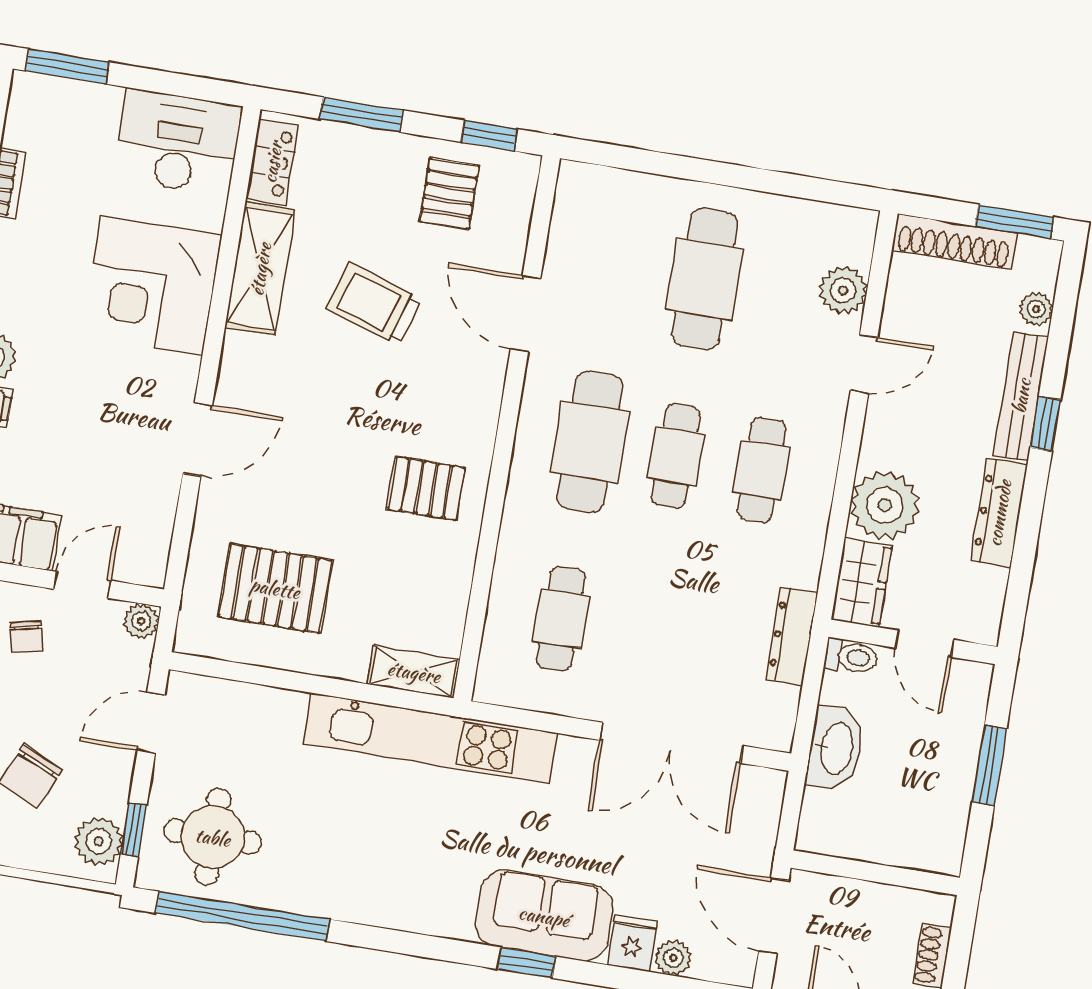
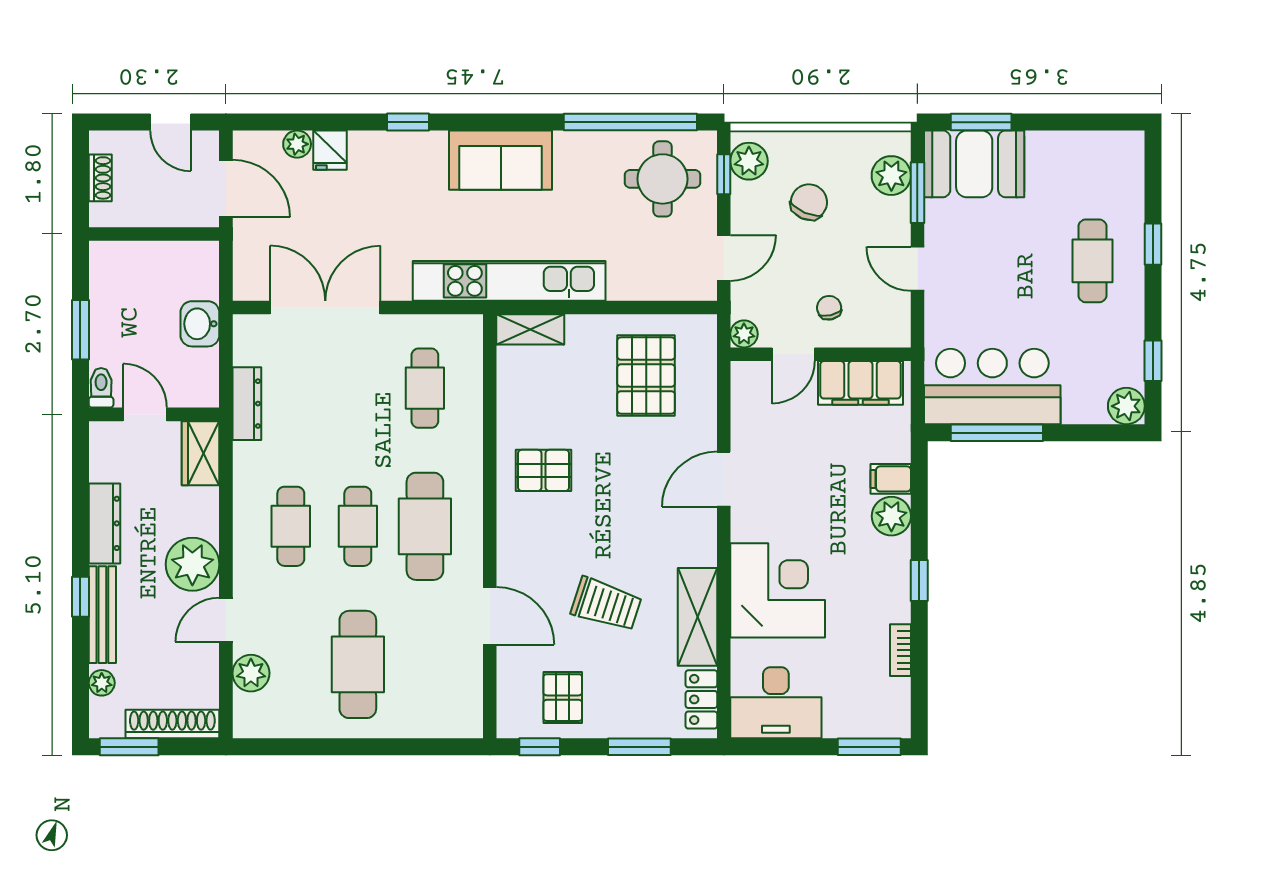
plant: (885, 505) -> (192, 564), moved
pallet: (275, 588) -> (646, 375), turned 90
toilet: (851, 657) -> (101, 388), moved, turned 90
washbasin: (835, 748) -> (200, 324), width x0.72
sofa: (544, 916) -> (501, 160), moved

